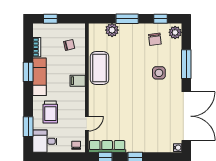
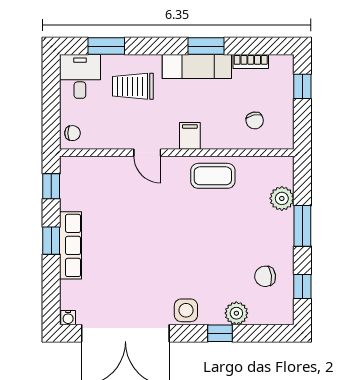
plant: (175, 32) -> (236, 313), moved
window: (186, 64) -> (220, 333), width x0.46
coffee table: (100, 68) -> (213, 176), width x0.73, depth x0.76
side table: (159, 73) -> (186, 310), moved
door: (87, 123) -> (147, 153), moved
row of seats: (107, 146) -> (70, 245), moved

